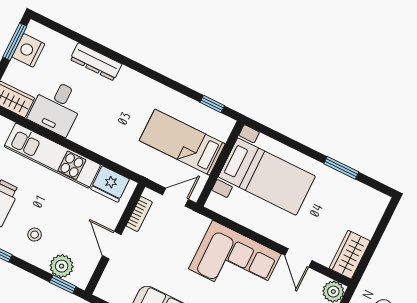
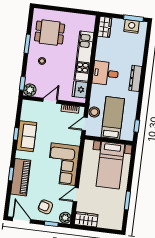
dresser: (96, 62) -> (135, 78), moved
desk: (57, 107) -> (105, 73), moved
stool: (160, 172) -> (94, 112), added
door: (175, 197) -> (85, 124), swing flipped
plant: (62, 266) -> (30, 90), moved

